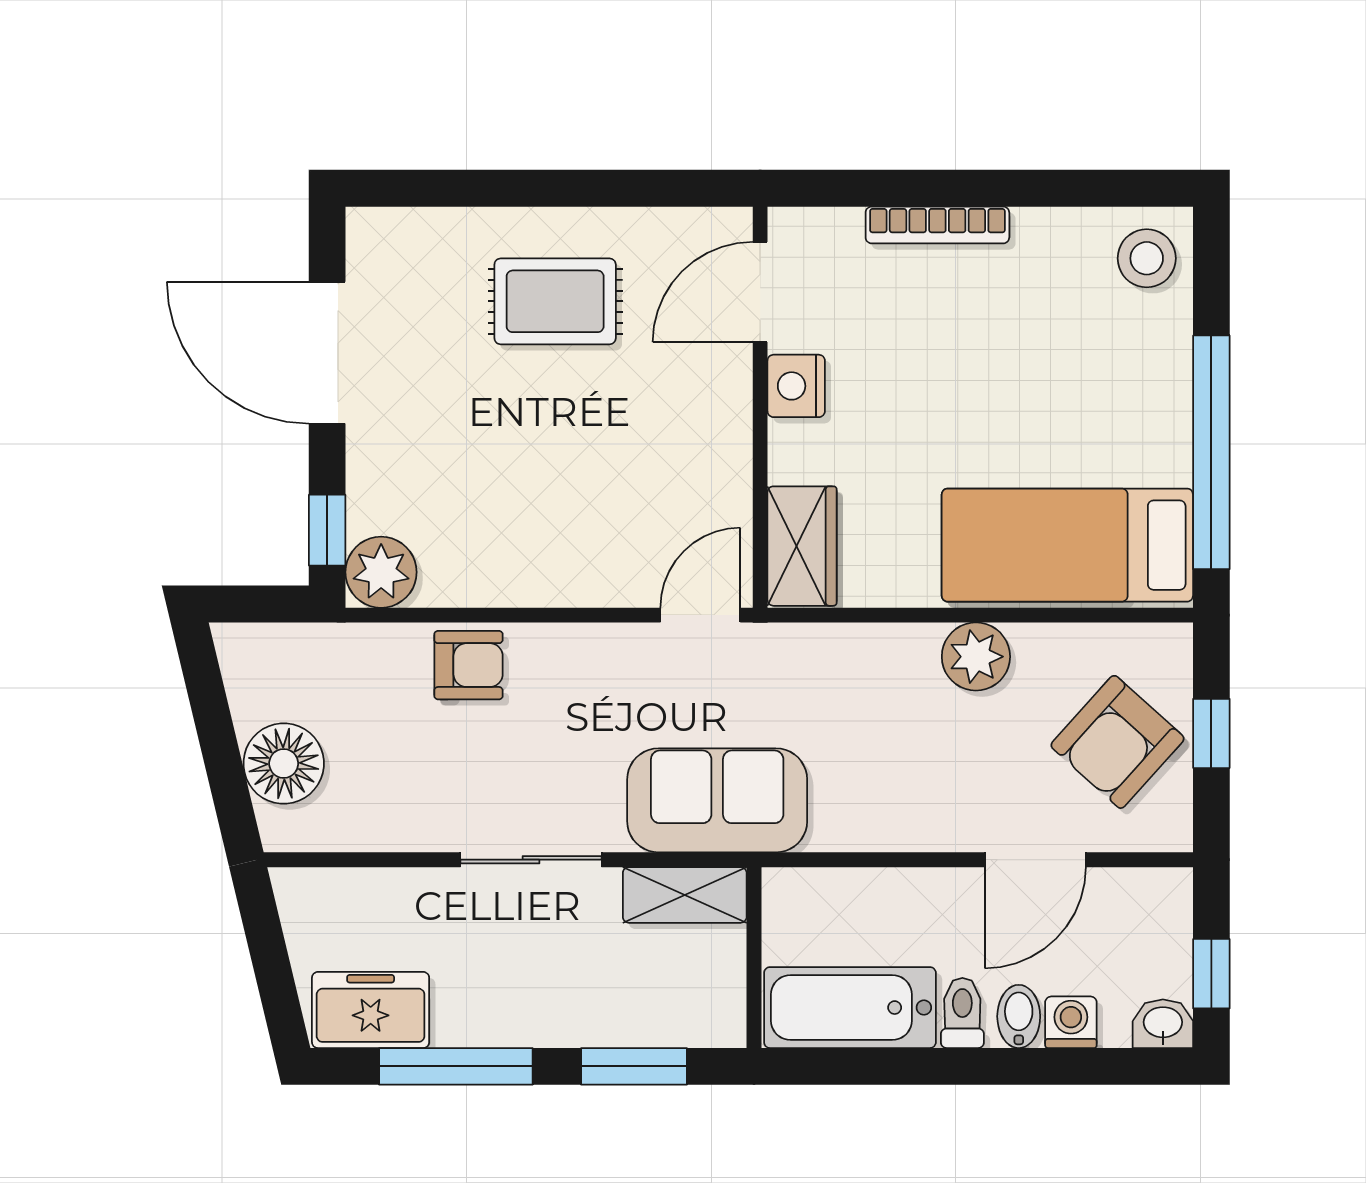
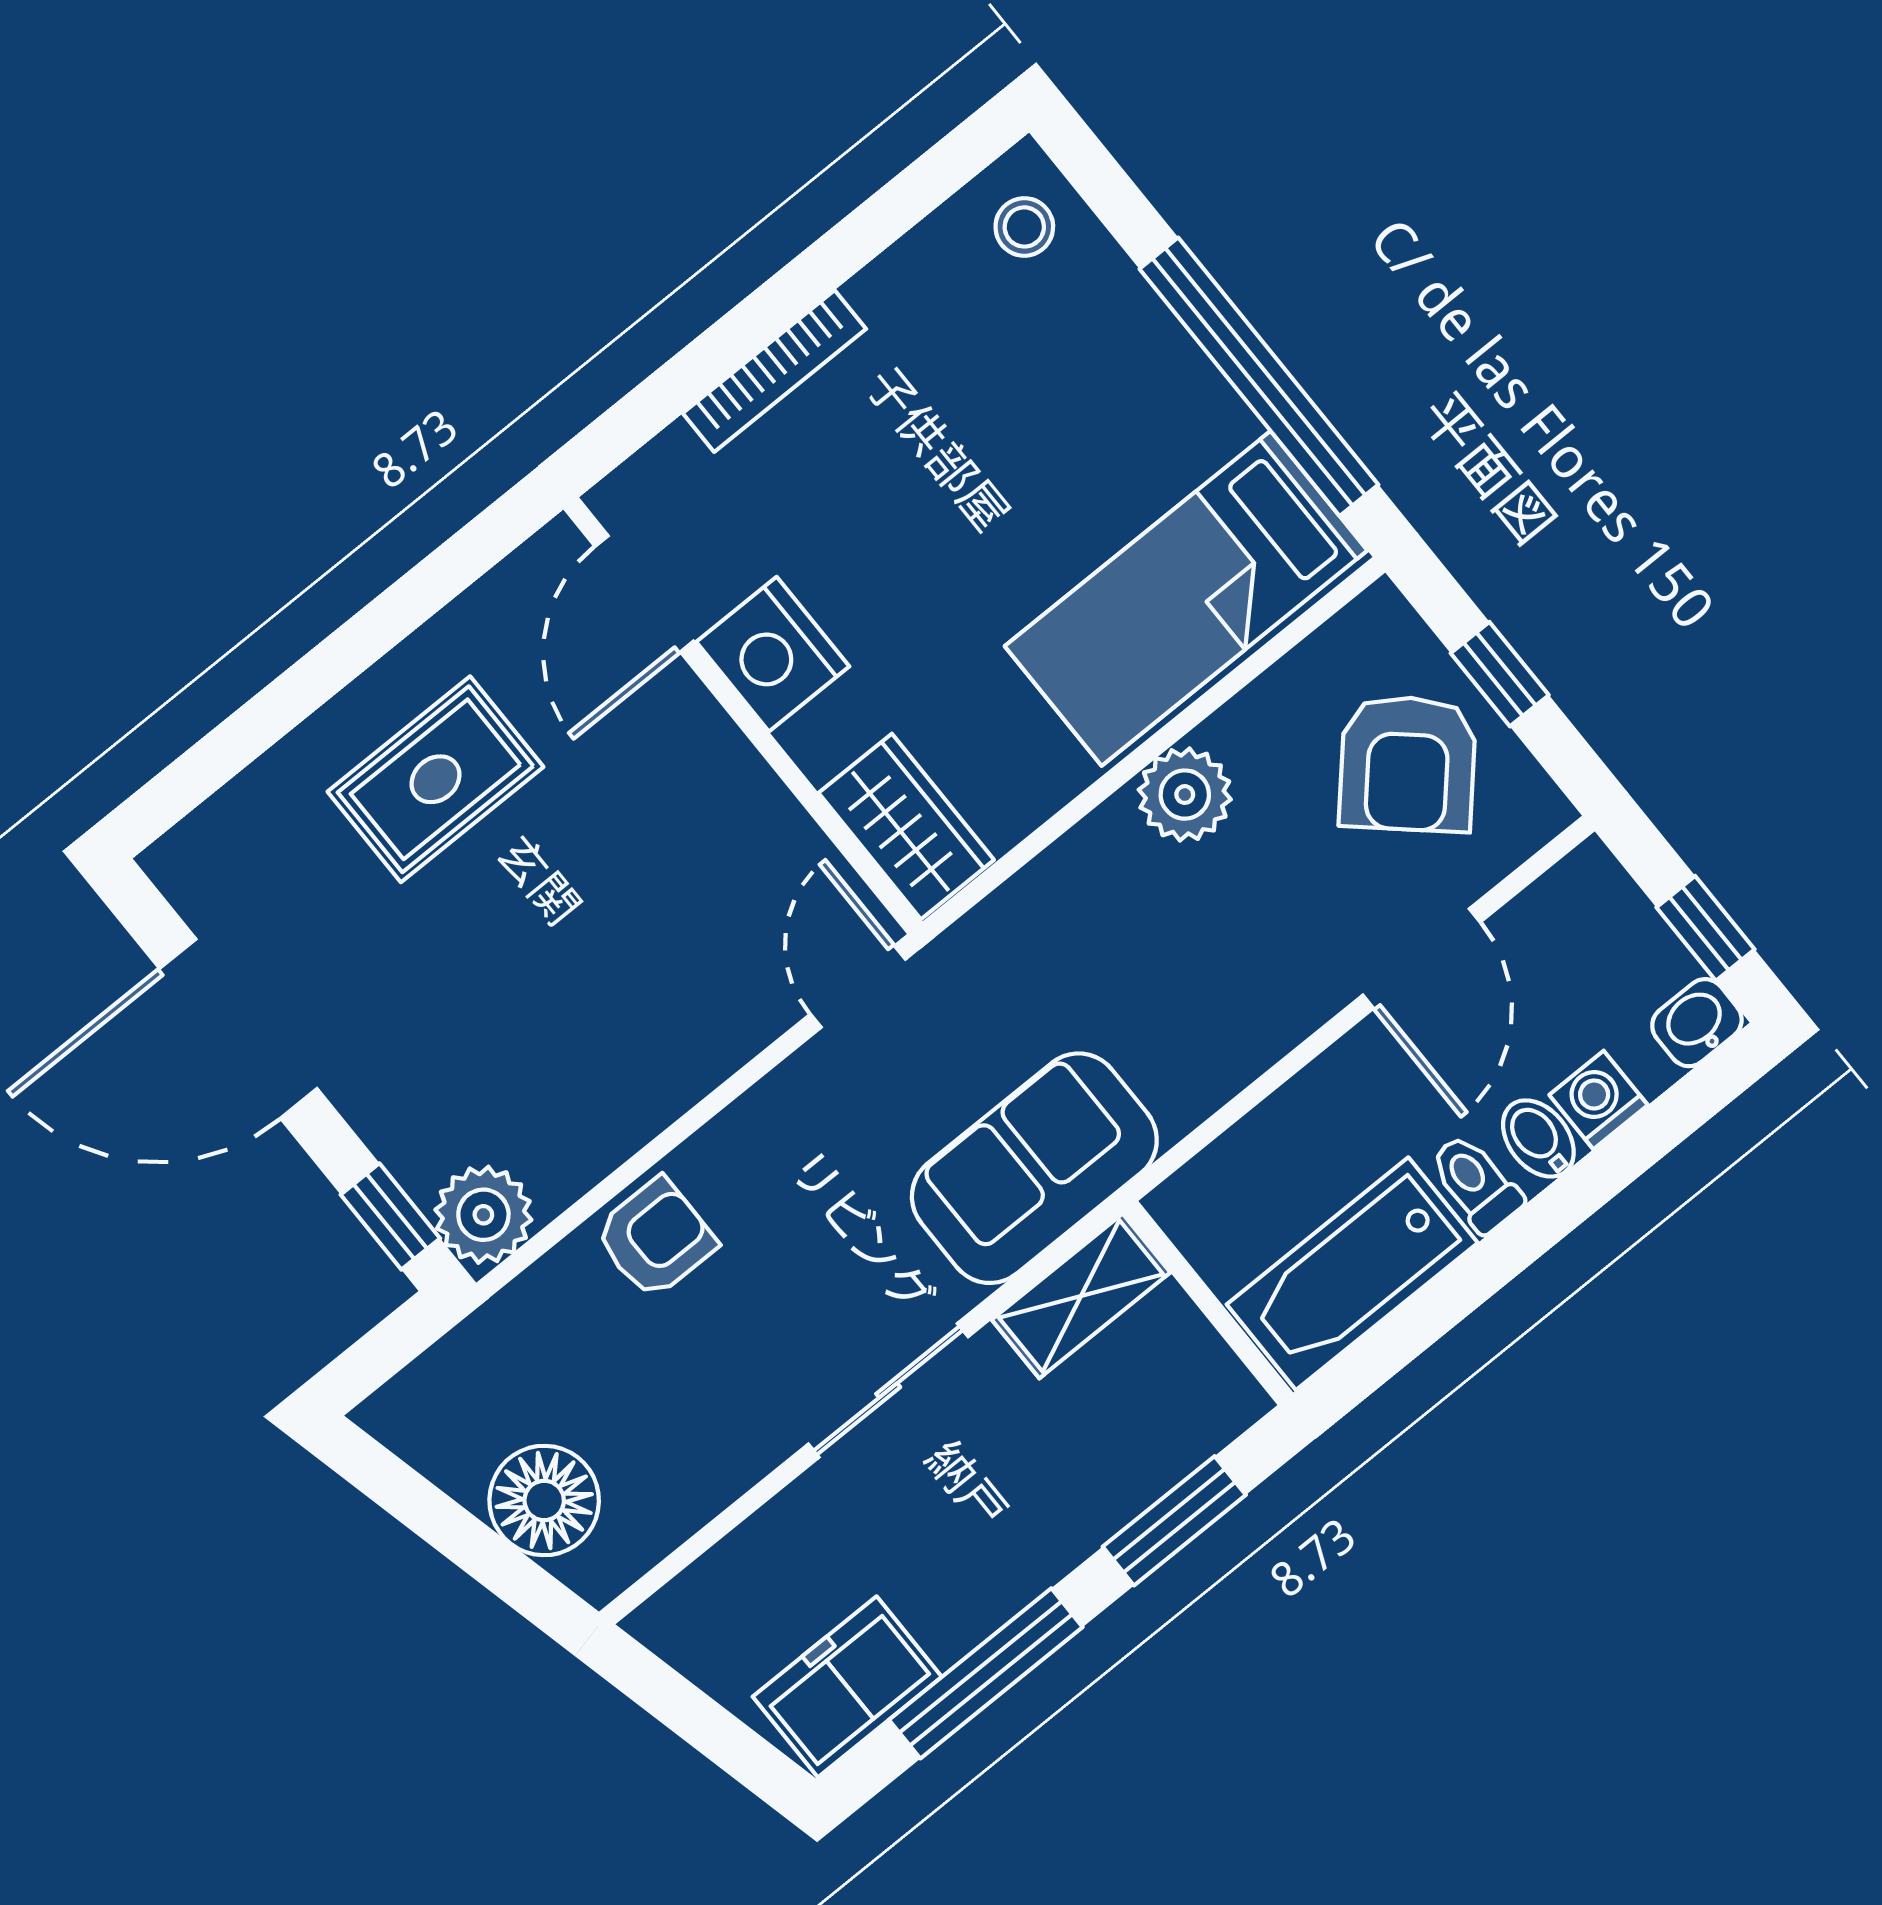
stool: (1147, 258) -> (1024, 227), width x0.73, depth x0.73
nightstand: (796, 386) -> (773, 654), width x1.36, depth x1.33

